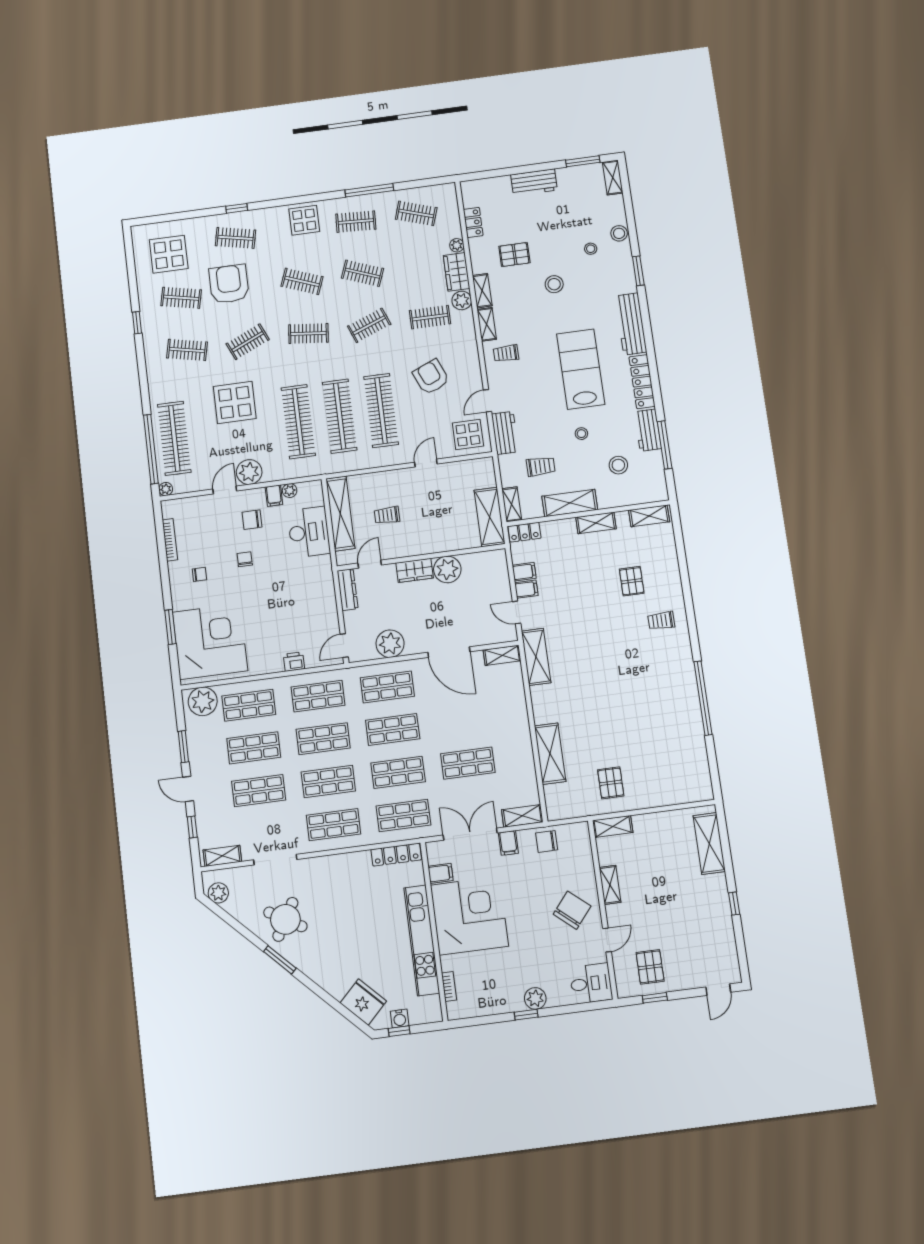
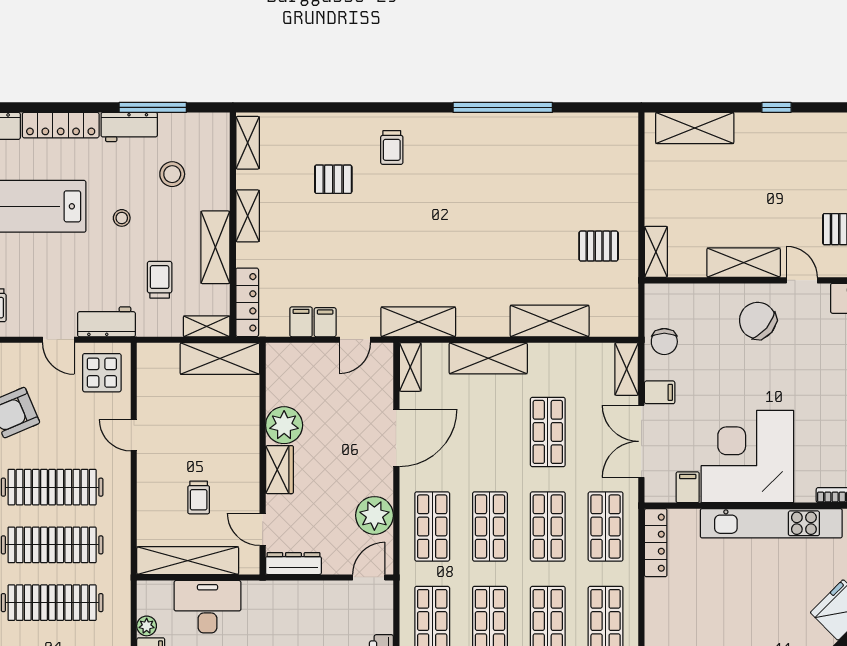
locker: (524, 532) -> (247, 302), width x1.53
door: (344, 646) -> (369, 577), swing flipped
shelving: (516, 712) -> (488, 358), added
shelving: (610, 885) -> (744, 263), width x1.50, depth x1.33

